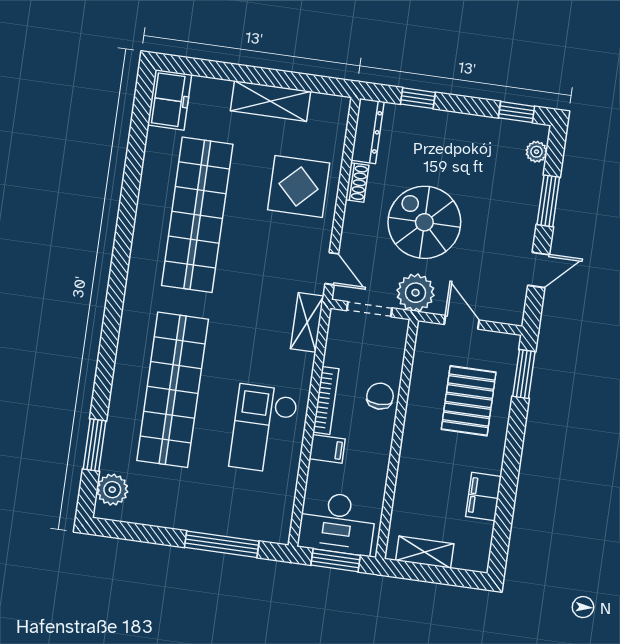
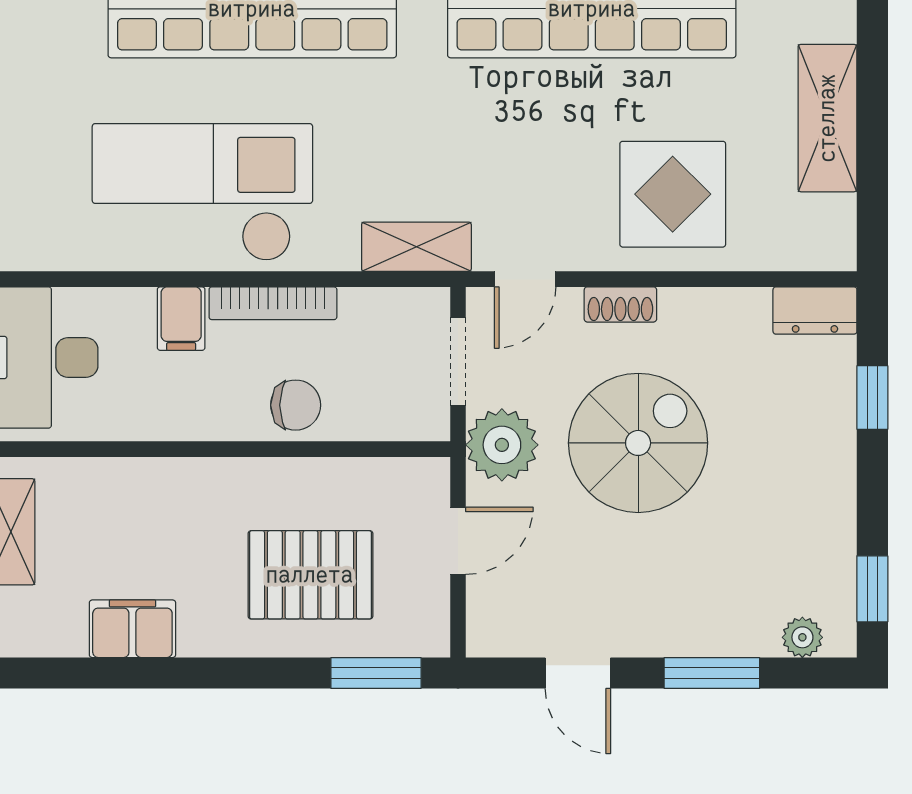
dresser: (368, 131) -> (815, 311), width x0.70
shoe rack: (357, 182) -> (620, 304), moved
checkout: (264, 429) -> (202, 192), width x1.36, depth x1.21

